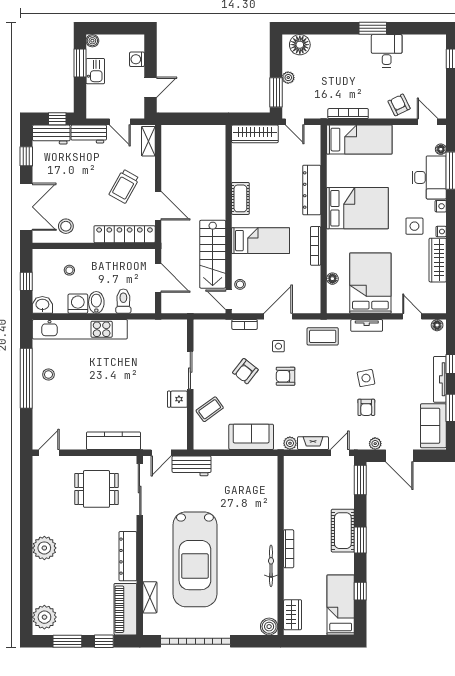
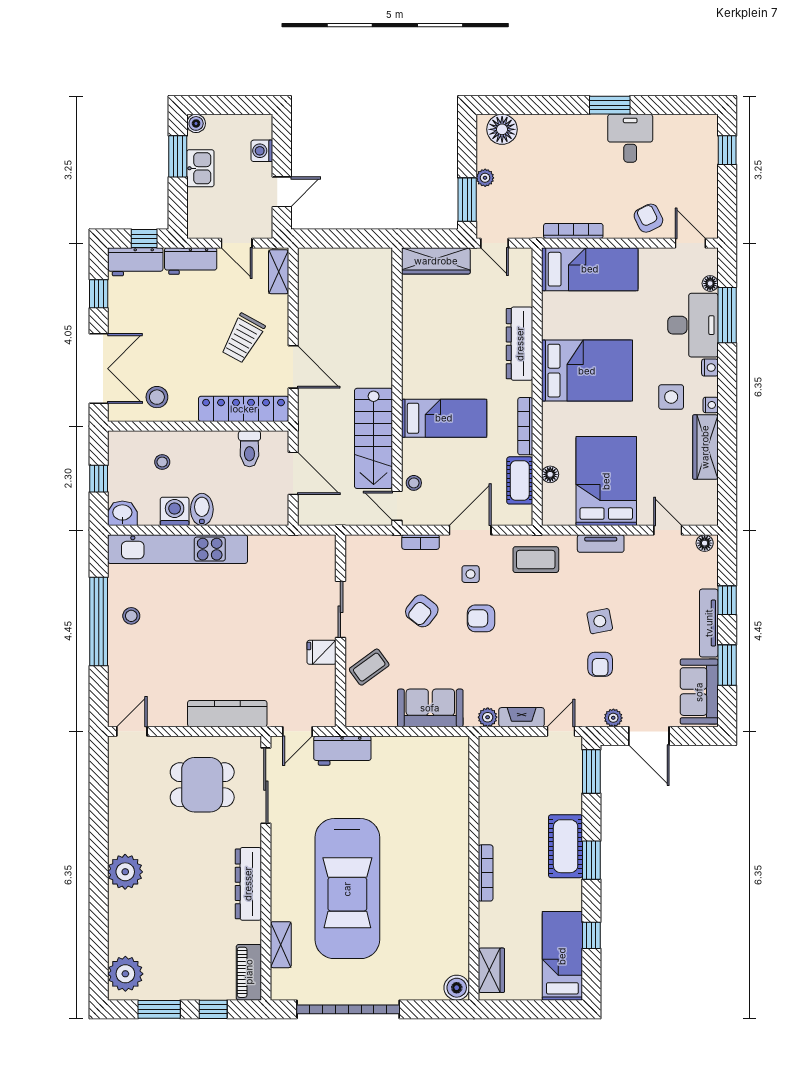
cot: (240, 198) -> (520, 480), moved
toilet: (123, 301) -> (249, 449), moved, turned 180
bicycle: (271, 566) -> (460, 898), removed
piano: (125, 609) -> (249, 972), width x0.73, depth x0.75

